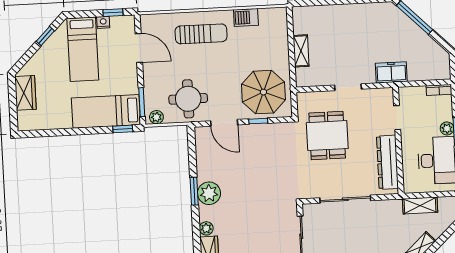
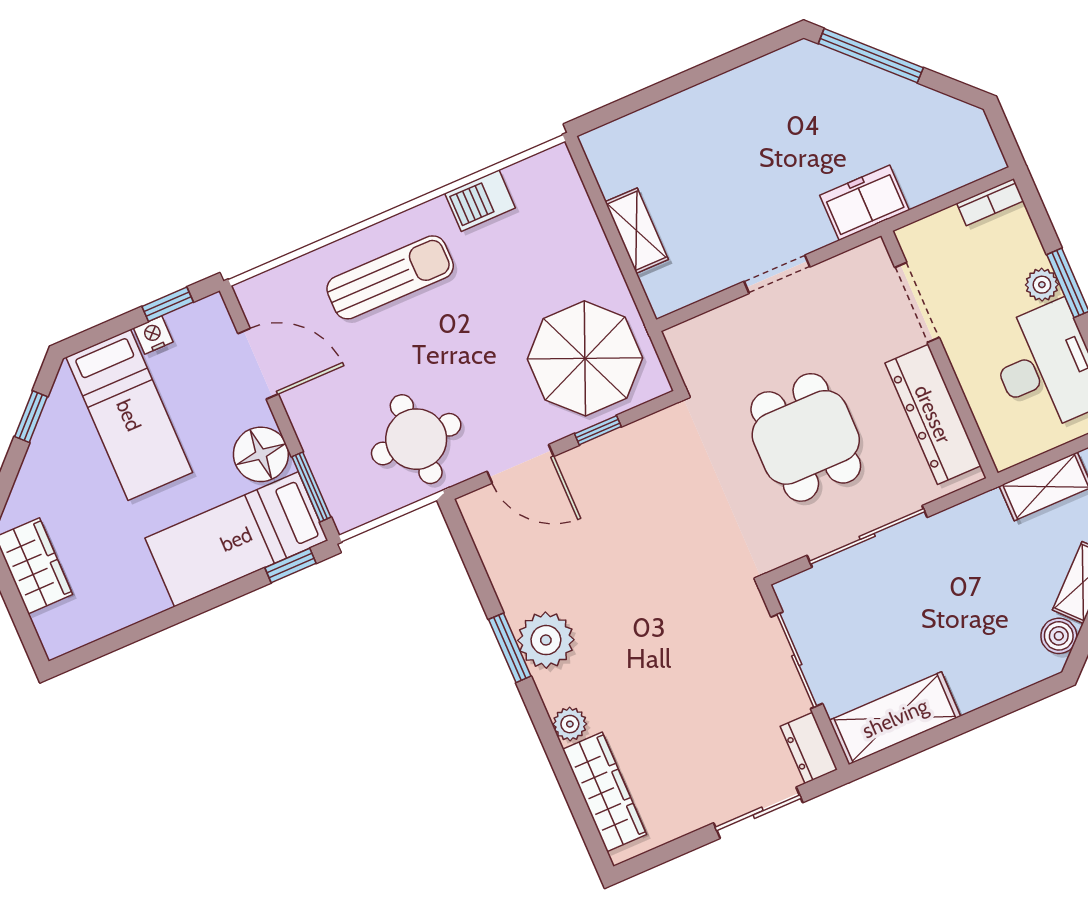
floor lamp: (127, 83) -> (261, 454), added
plant: (156, 117) -> (359, 509), removed
doorway: (397, 118) -> (917, 302), width x1.38
dining table: (327, 136) -> (806, 437), moved

